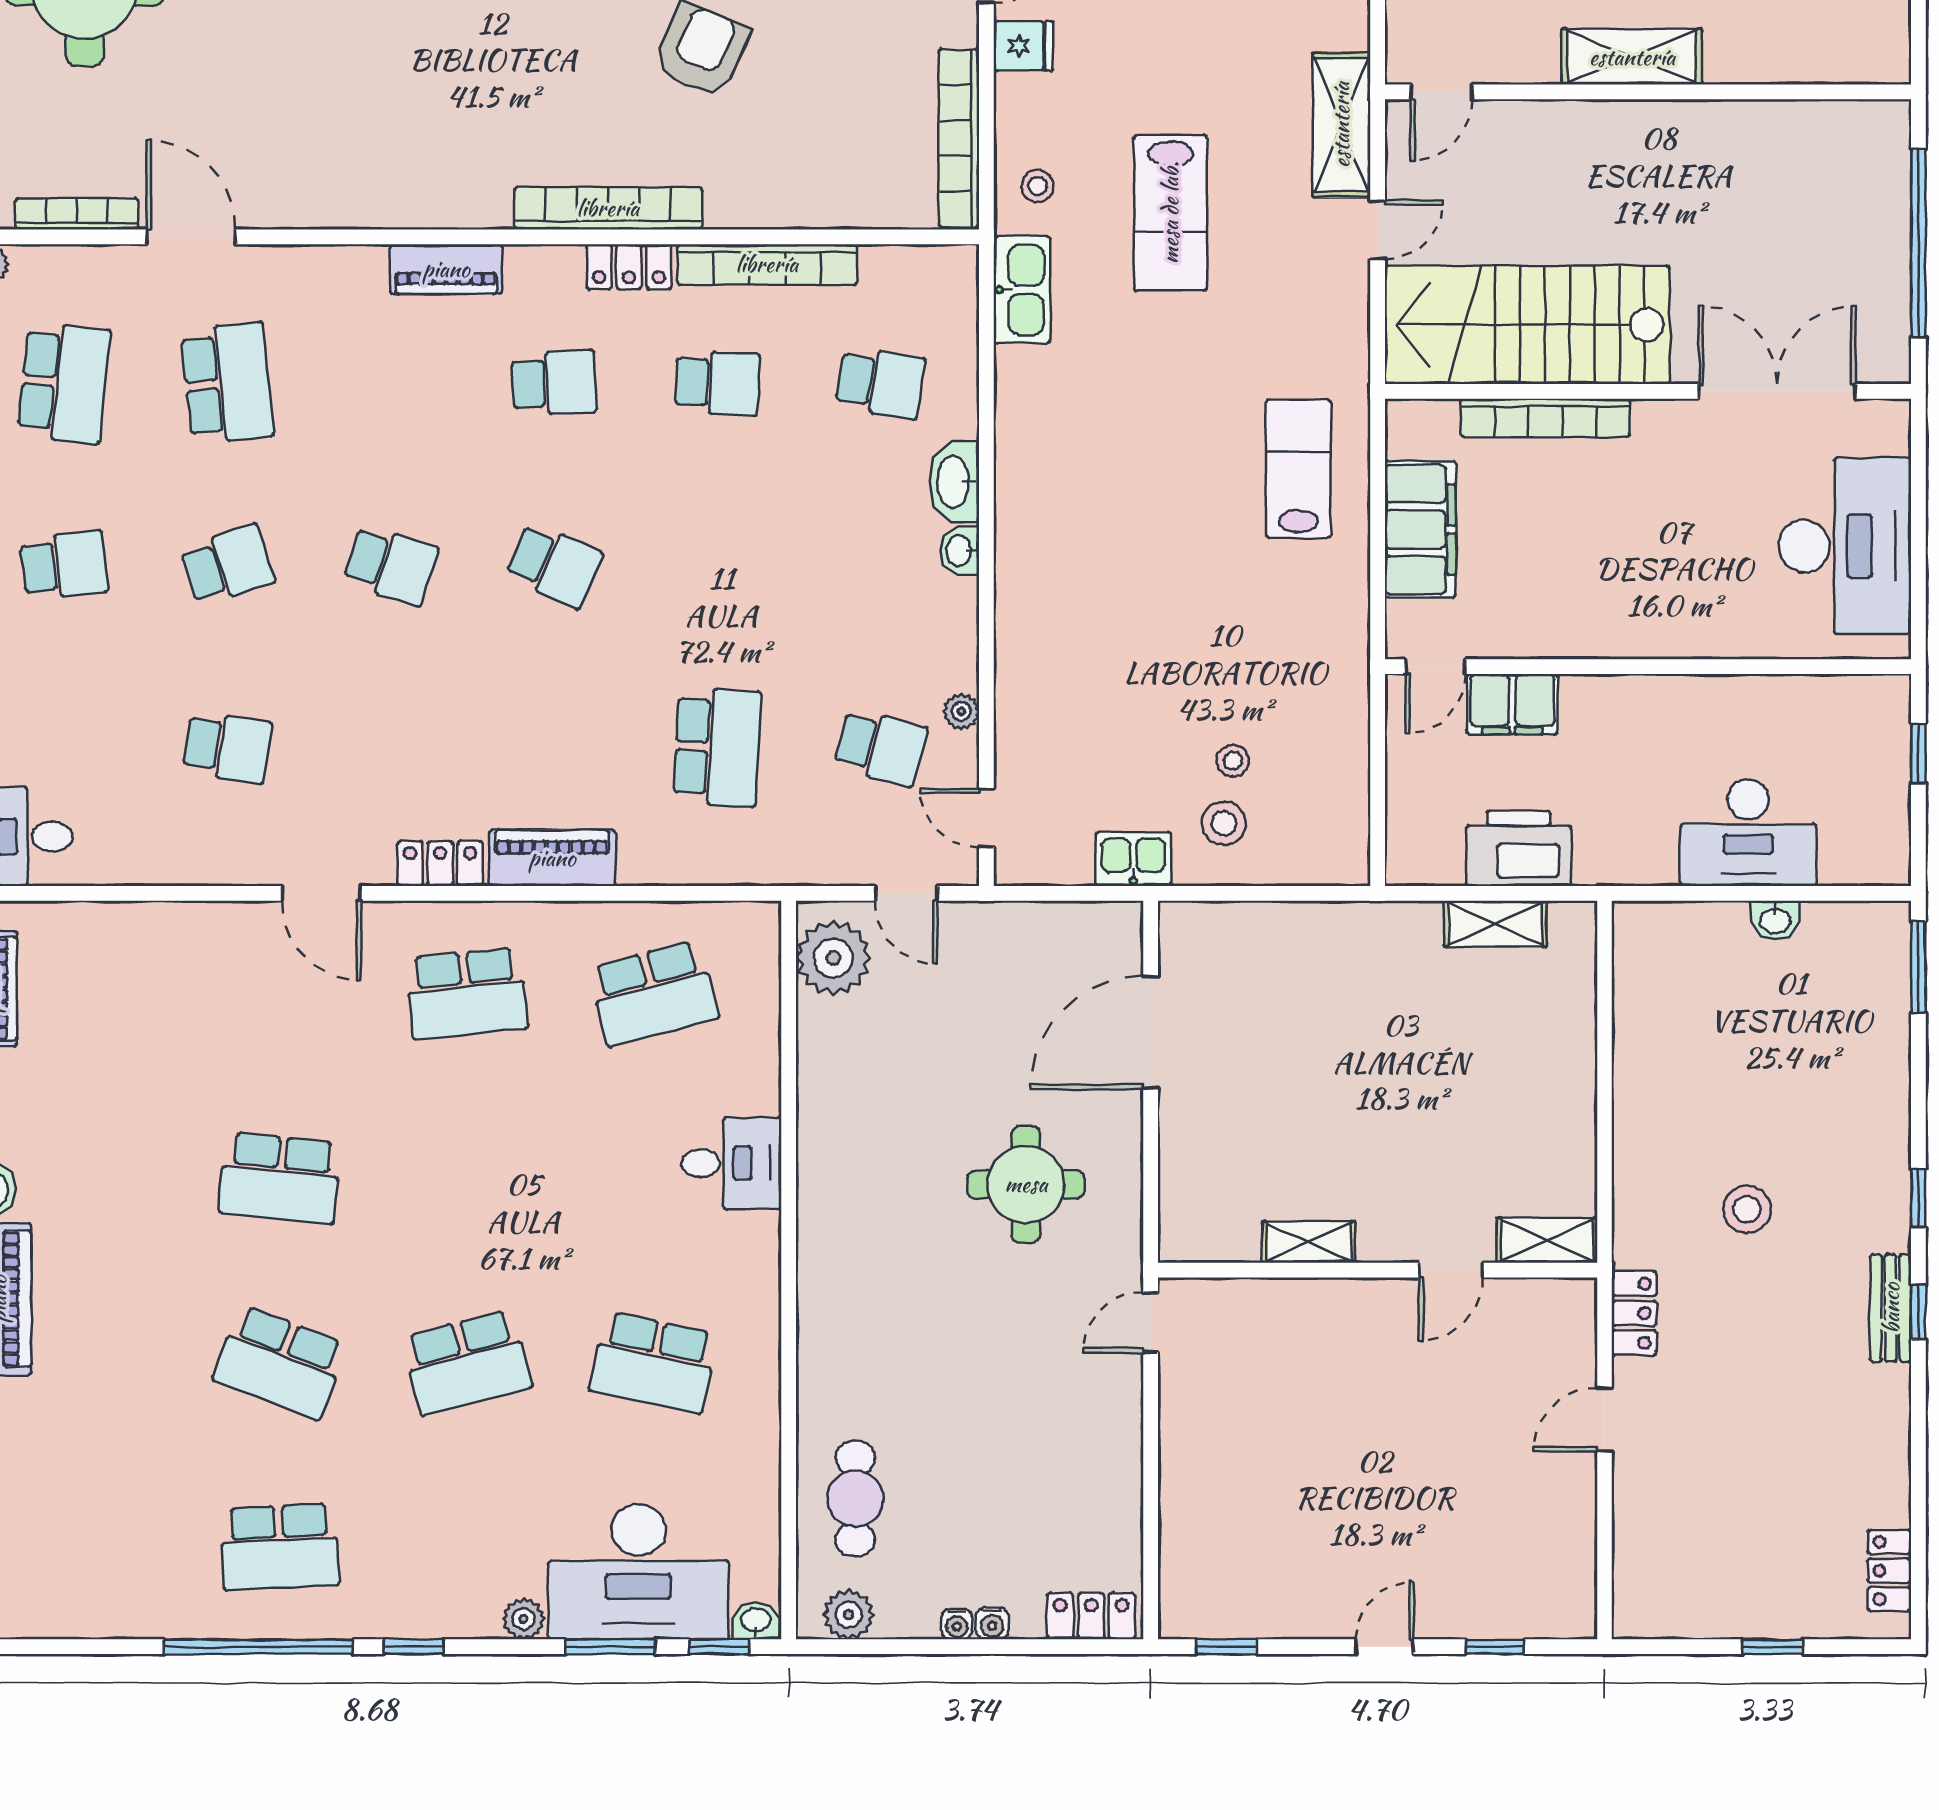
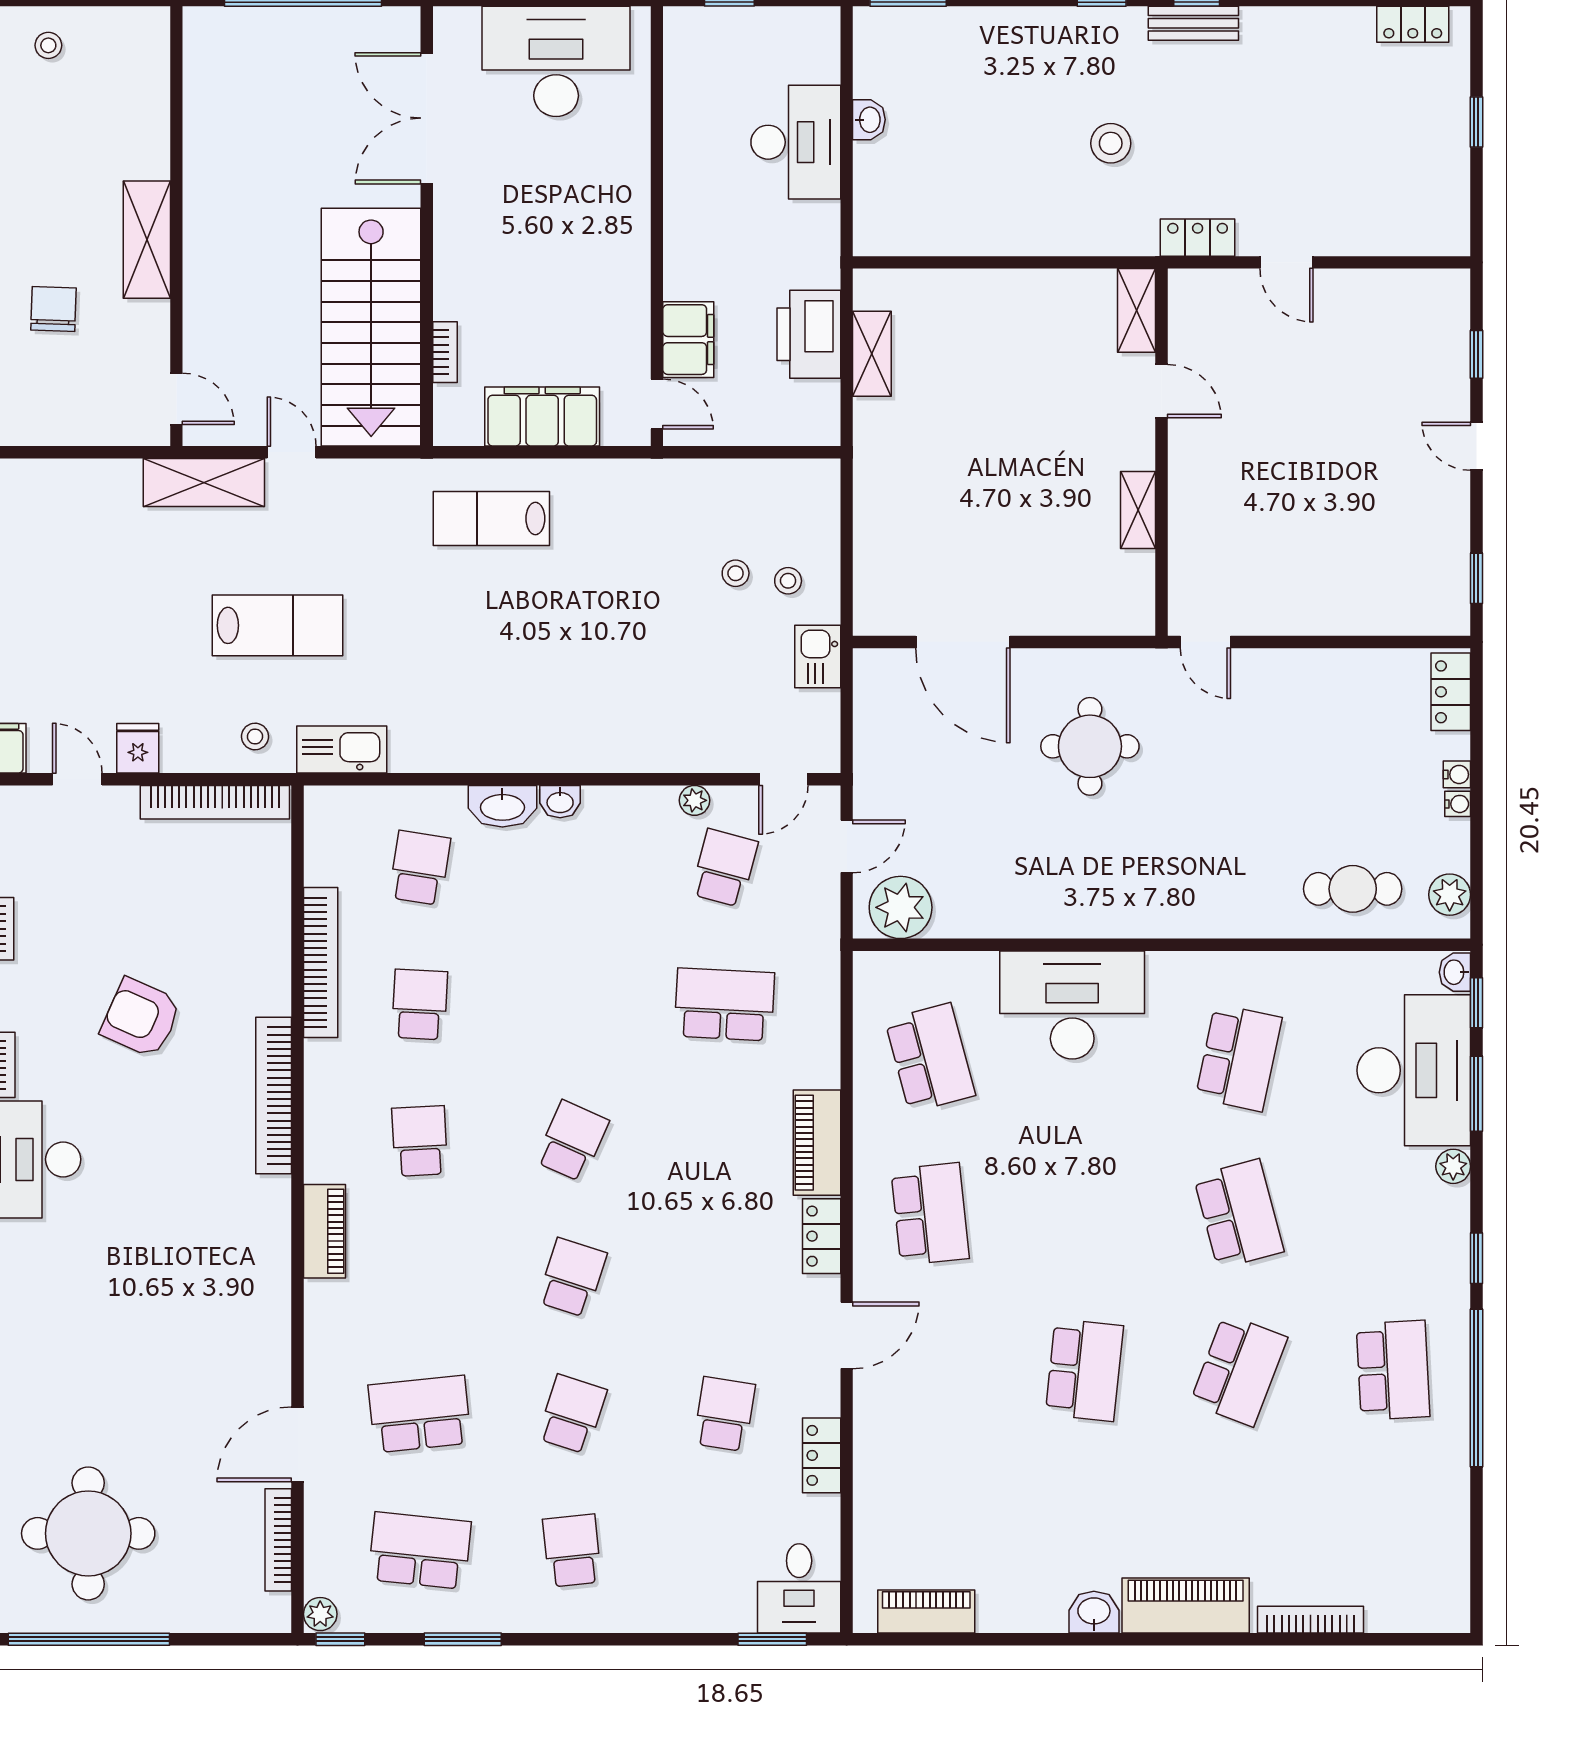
locker: (629, 267) -> (822, 1455), moved, turned 180
bookcase: (1545, 418) -> (445, 352), width x0.43, depth x0.76
school desk: (227, 565) -> (572, 1414), turned 36
stool: (1224, 823) -> (788, 581), width x0.73, depth x0.73
desk: (732, 1163) -> (1072, 1005), width x1.87, depth x1.30

